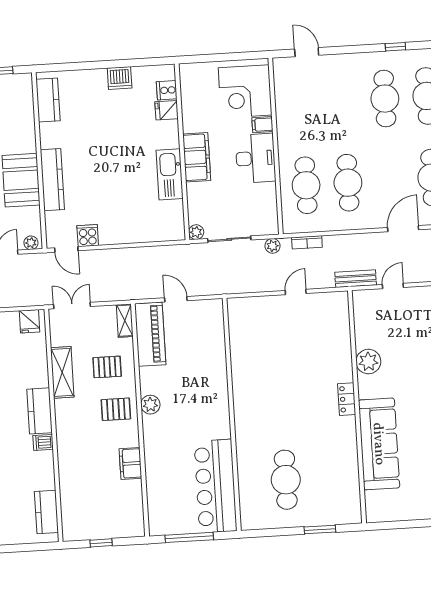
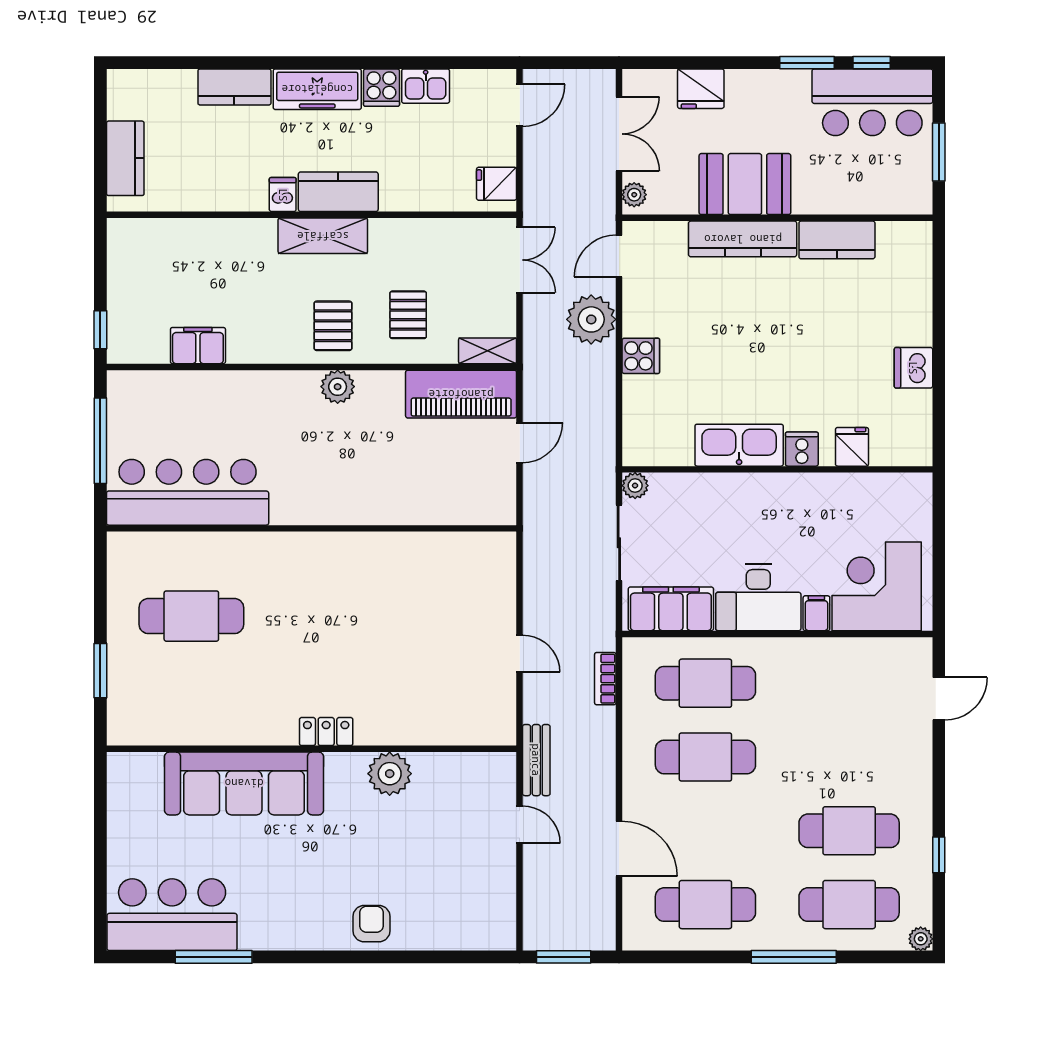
cooker: (167, 90) -> (802, 449), moved
kitchen counter: (48, 100) -> (837, 240), moved
filing cabinet: (197, 157) -> (671, 609), moved, turned 180
cooker: (88, 236) -> (641, 356), moved
plant: (273, 246) -> (591, 319), moved, width x1.88, depth x1.88
shelving: (62, 372) -> (323, 236), moved
filing cabinet: (130, 463) -> (198, 346), moved
kitchen counter: (46, 512) -> (125, 158), moved, turned 90
window: (101, 543) -> (100, 330), moved

